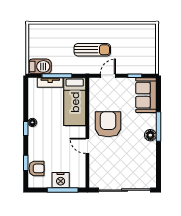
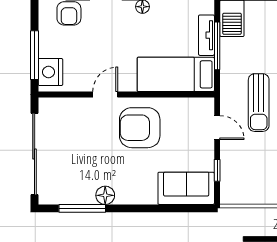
armchair: (108, 124) -> (140, 128), turned 180
window: (158, 127) -> (82, 208), moved
floor lamp: (150, 135) -> (105, 195), moved
nightstand: (61, 180) -> (50, 72), moved

